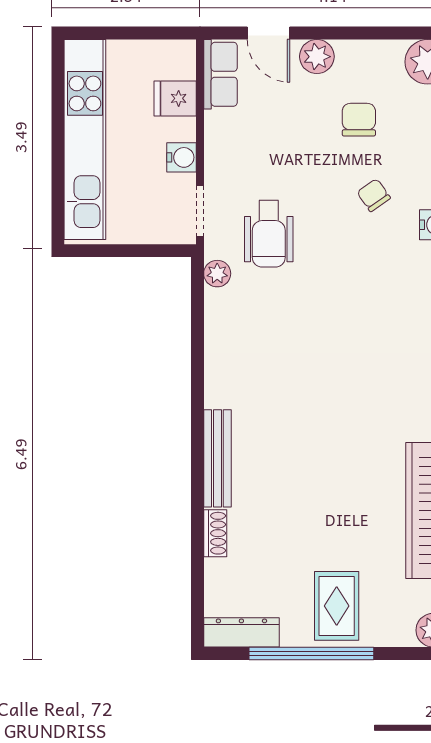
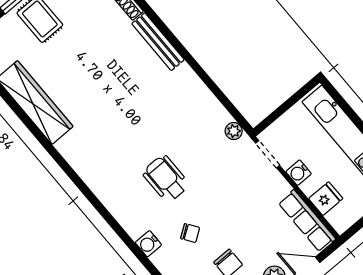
row of seats: (220, 74) -> (307, 221), width x1.48
wheelchair: (269, 234) -> (166, 179), moved

